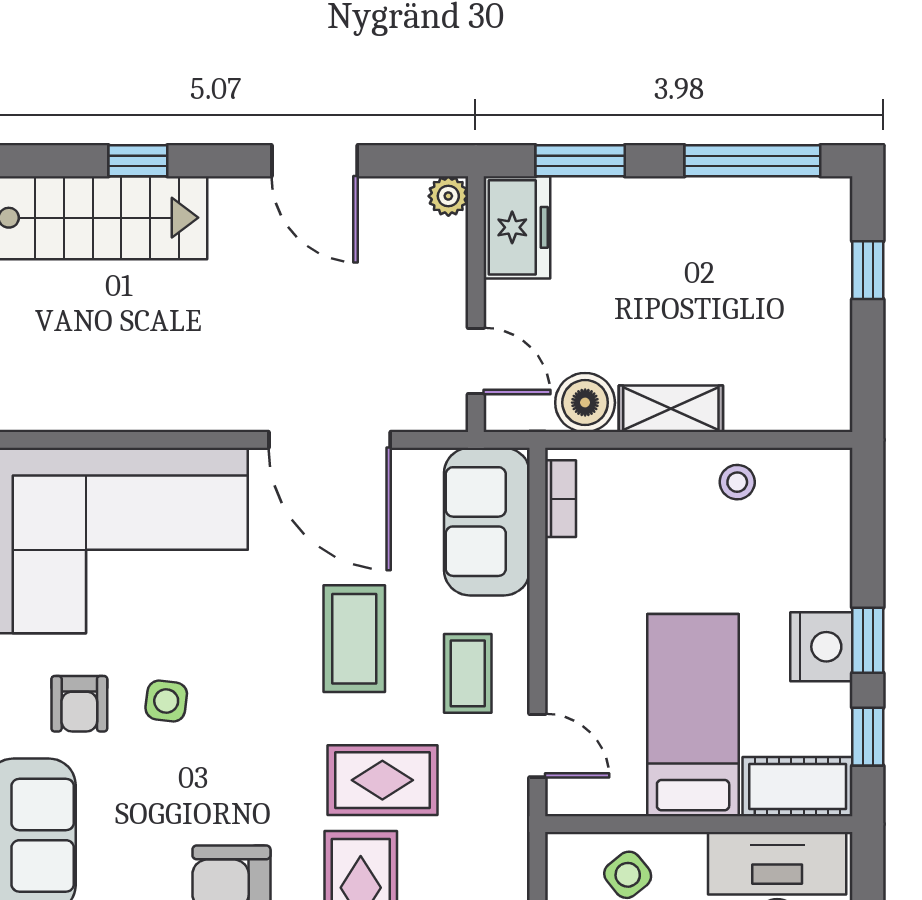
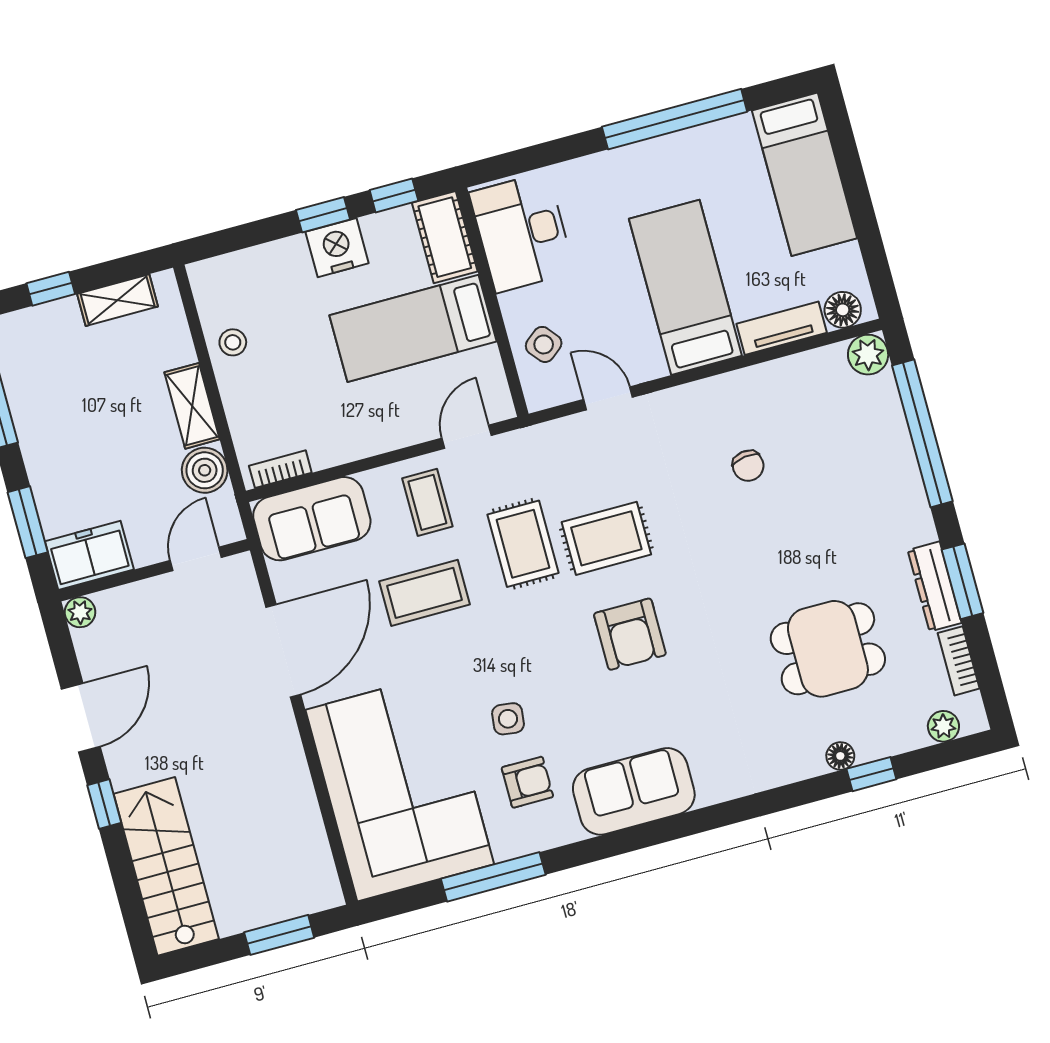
window: (138, 161) -> (104, 804), moved
shelving: (830, 351) -> (118, 300), added
coffee table: (468, 673) -> (427, 502), turned 90

